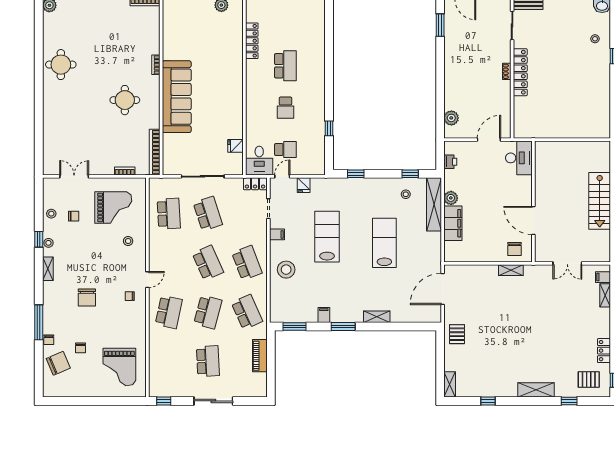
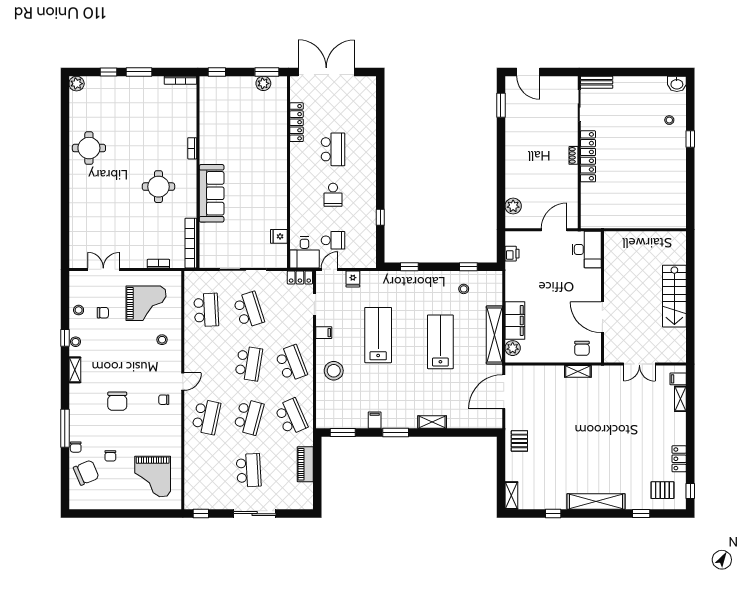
sofa: (177, 97) -> (212, 193), width x0.74, depth x0.79
plant: (451, 198) -> (513, 348), moved
shelving: (434, 204) -> (494, 335), moved
school desk: (208, 263) -> (249, 363), turned 33
shelving: (536, 390) -> (596, 502), width x1.47

